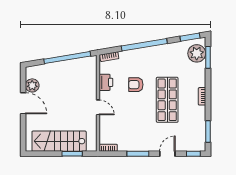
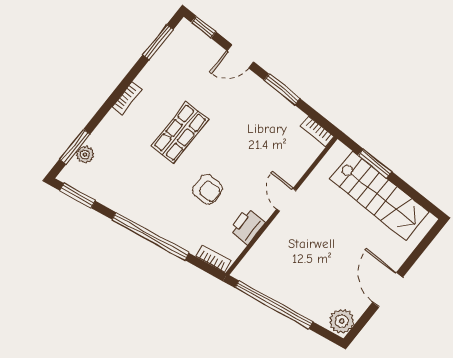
plant: (197, 53) -> (85, 154), width x0.53, depth x0.53
plant: (32, 85) -> (342, 321), moved
shop shelf: (167, 100) -> (180, 133), width x0.70, depth x0.74

